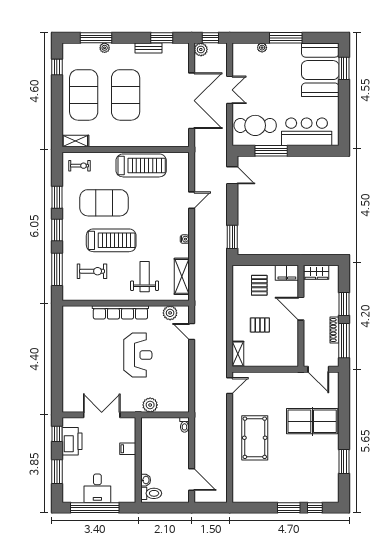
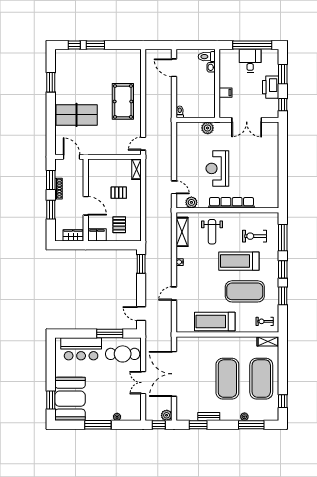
window: (344, 341) -> (51, 180), width x0.69
printer: (72, 441) -> (271, 87), moved

